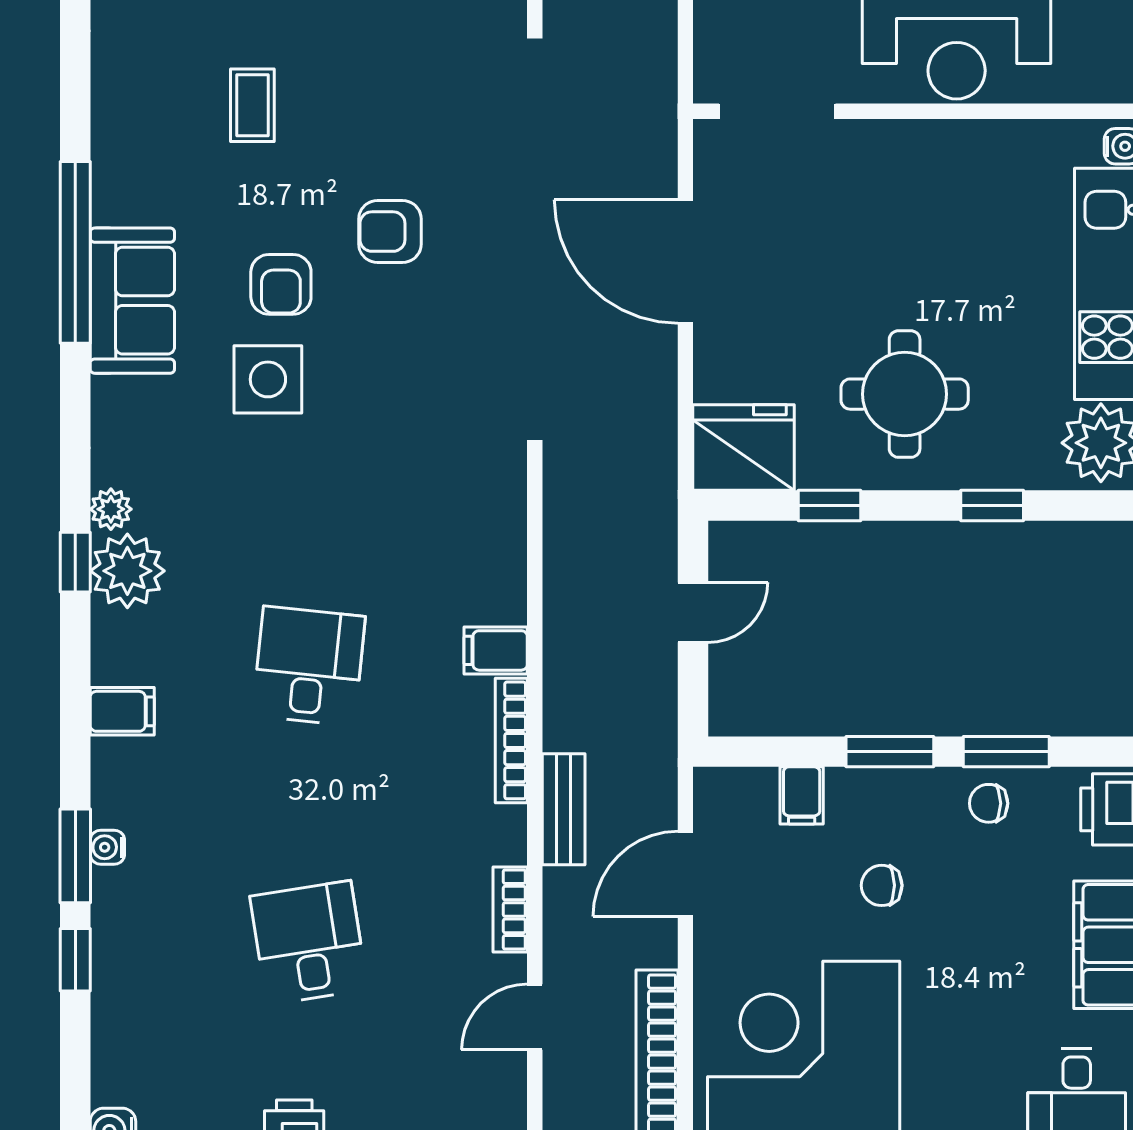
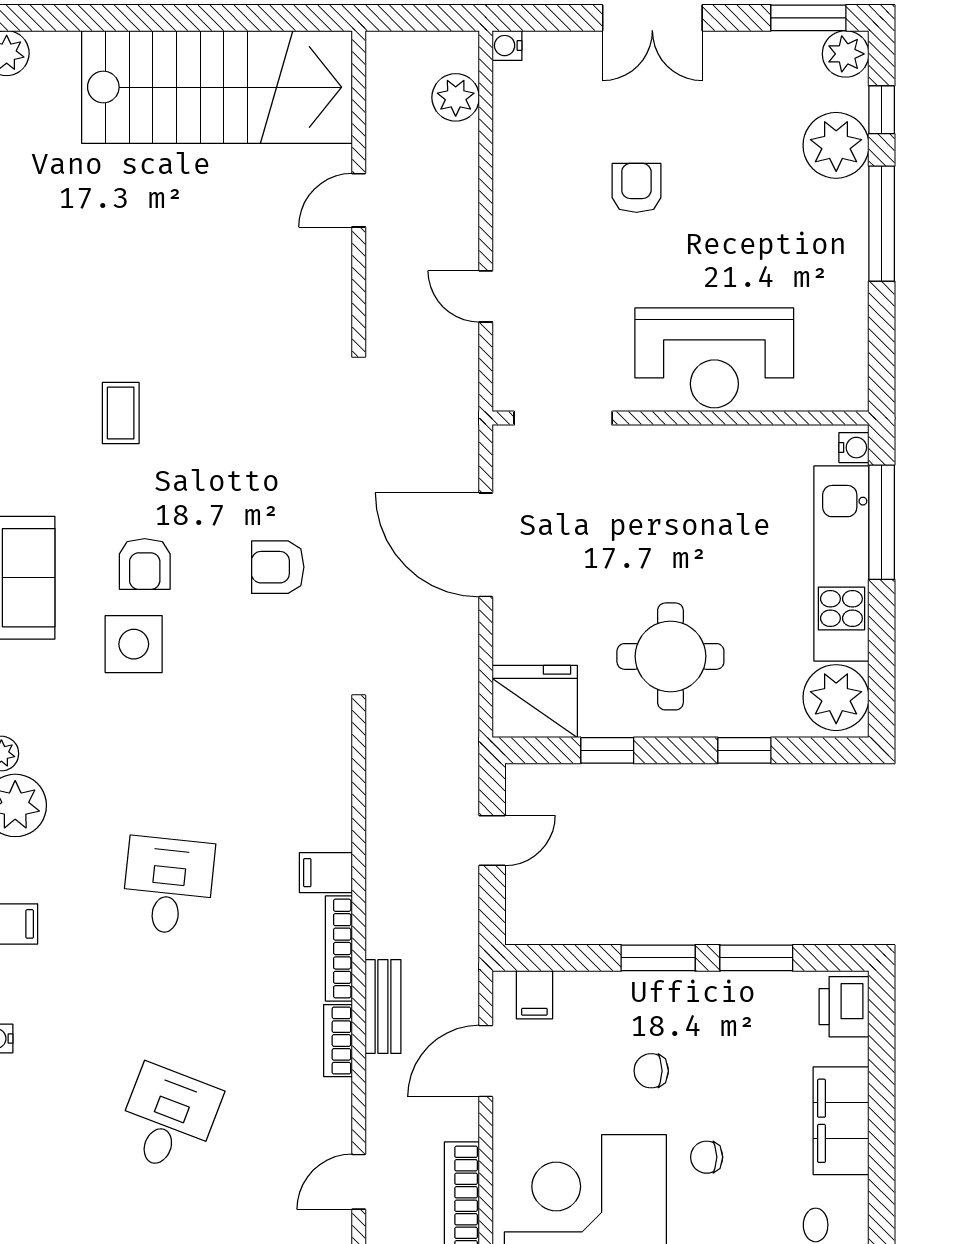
armchair: (390, 232) -> (278, 567), moved
filing cabinet: (802, 795) -> (534, 995), moved
chair: (989, 803) -> (707, 1157), moved
bookcase: (510, 909) -> (338, 1041), moved
desk: (309, 943) -> (168, 1119), turned 30

